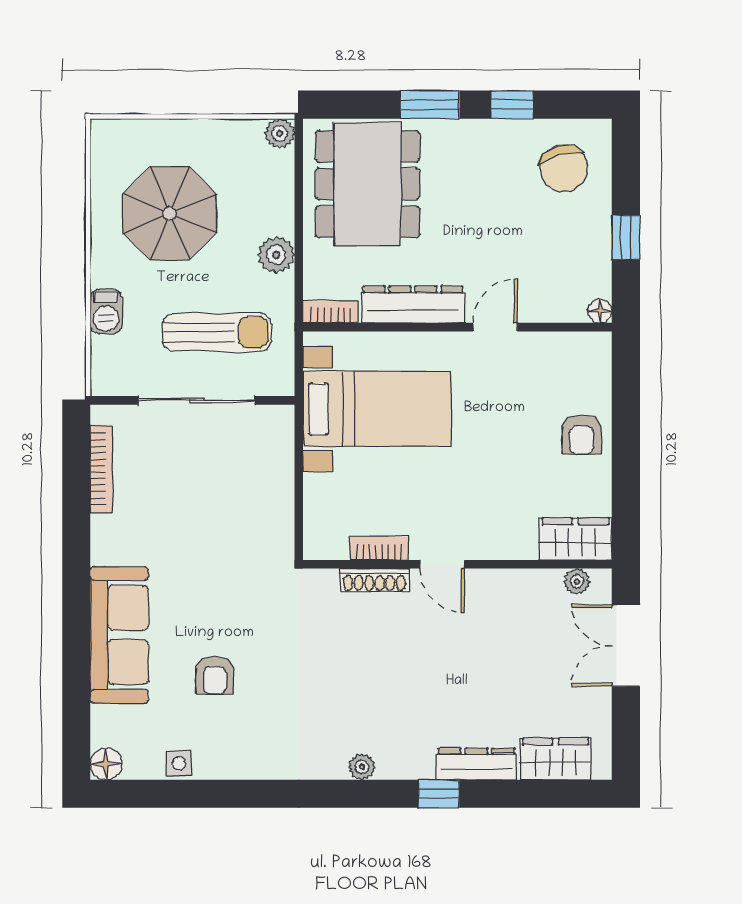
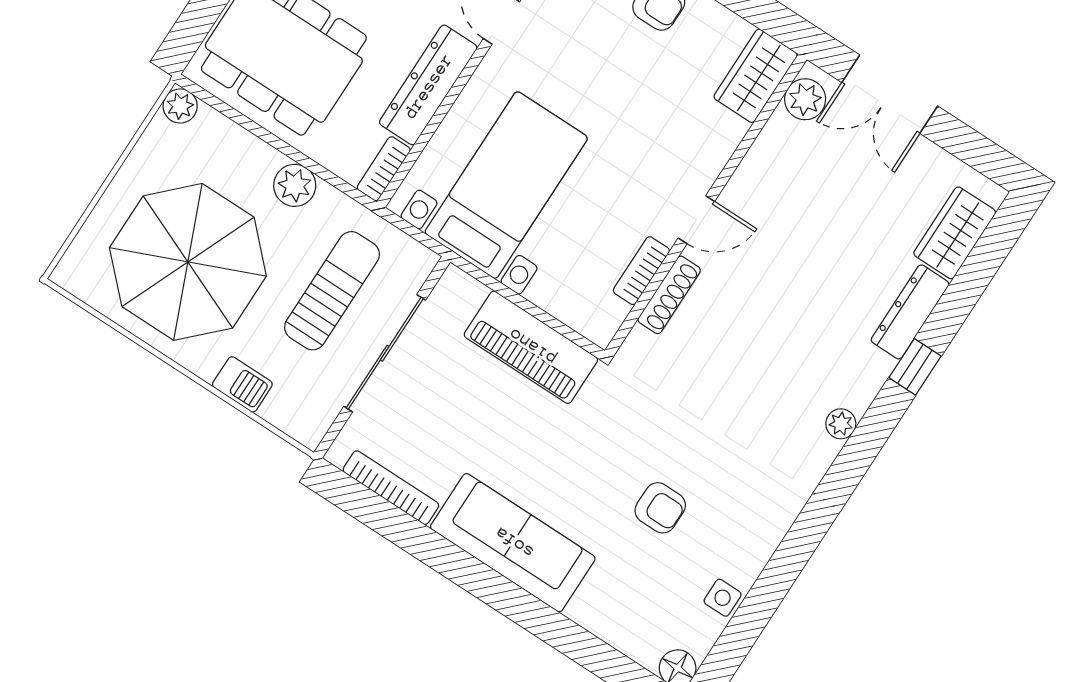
parasol: (170, 213) -> (188, 262), width x1.36, depth x1.36
piano: (270, 504) -> (531, 347), added
plant: (577, 581) -> (805, 99), width x1.38, depth x1.38
sofa: (119, 635) -> (513, 543), moved

